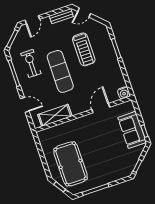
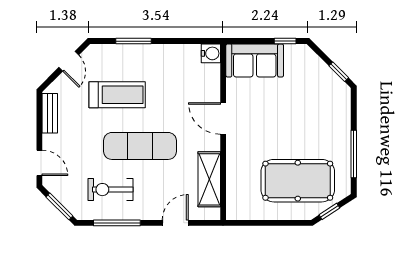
door: (84, 12) -> (69, 61), moved
door: (101, 108) -> (223, 118), moved
sofa: (132, 130) -> (255, 60), moved

